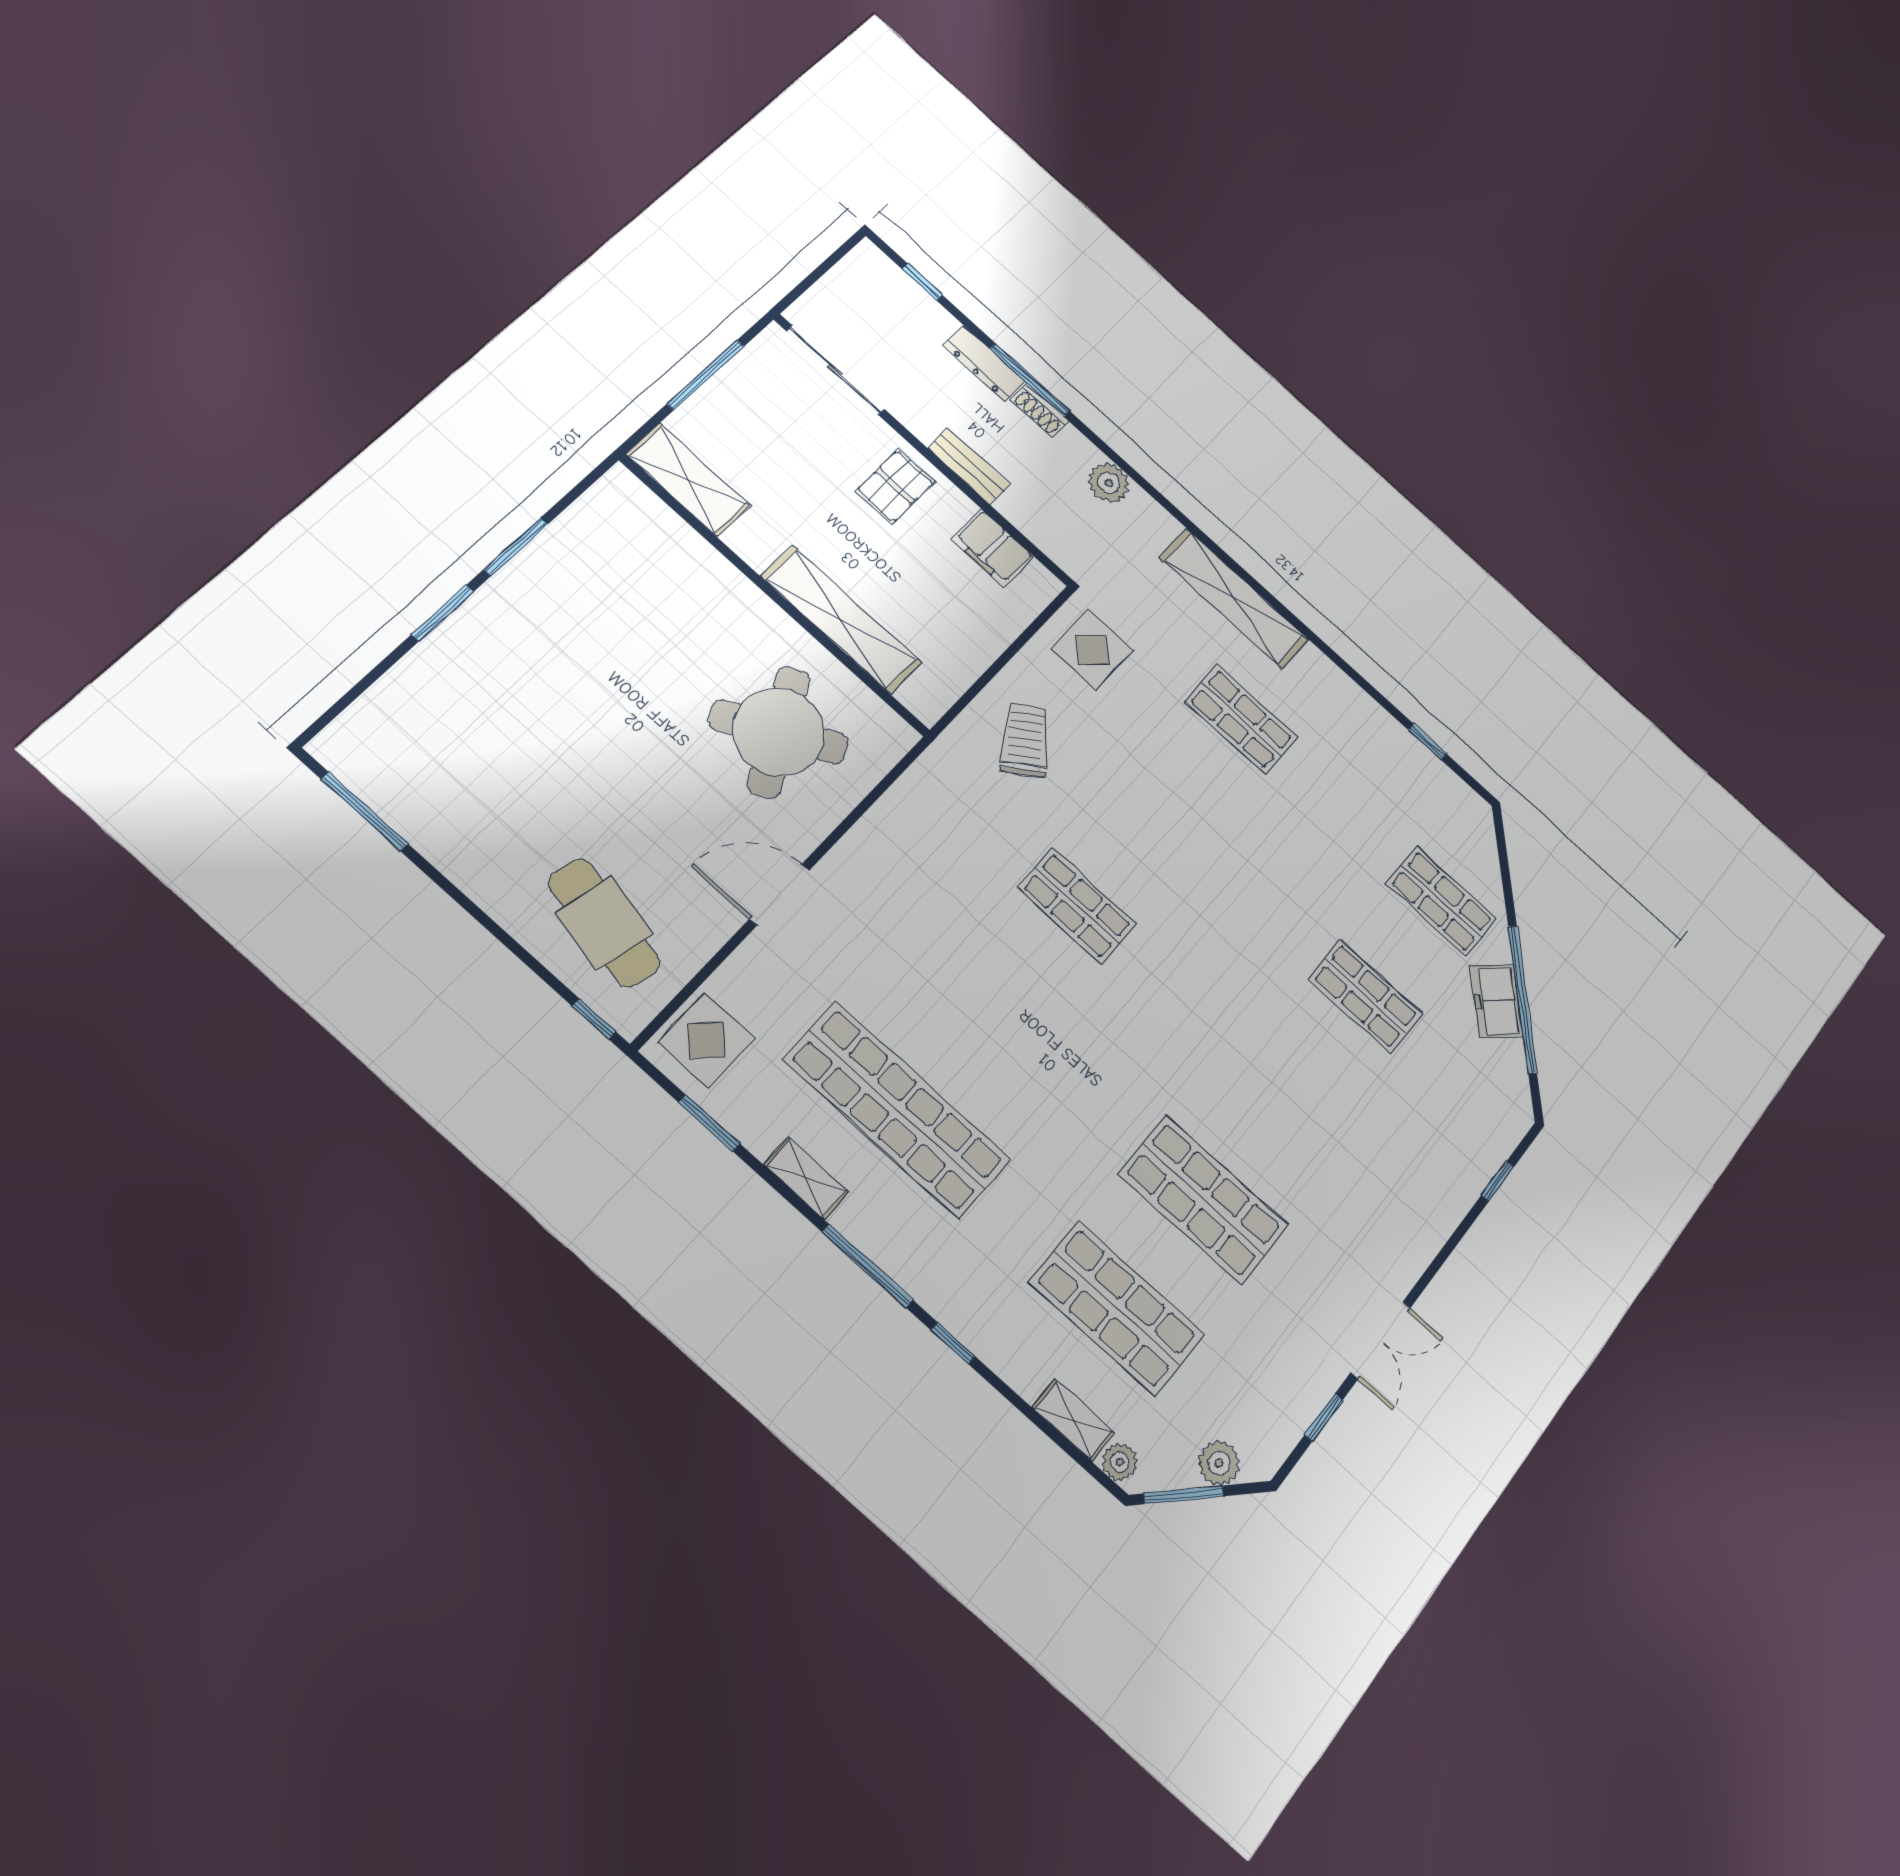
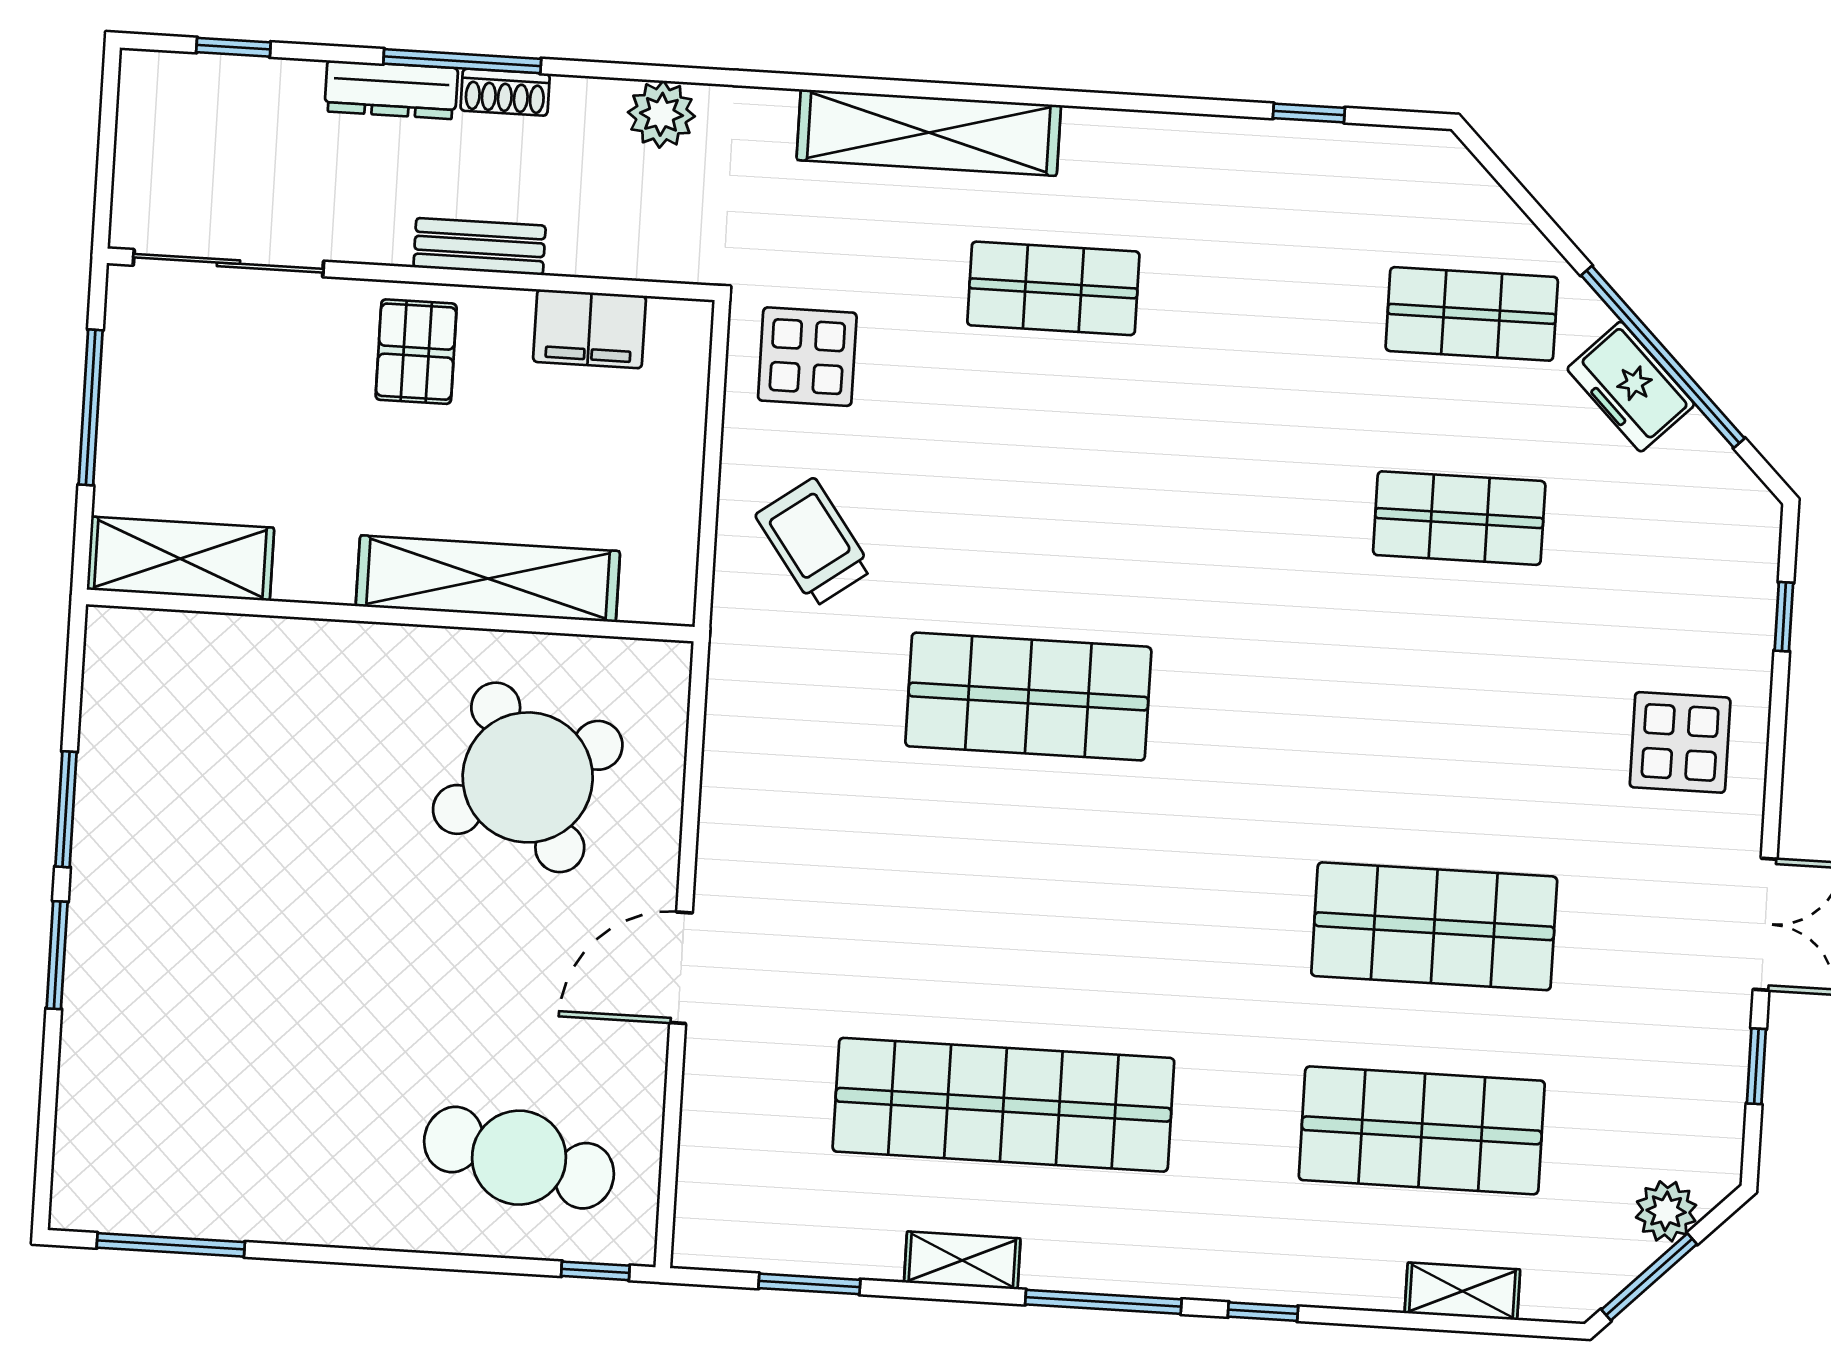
shop shelf: (1077, 906) -> (1028, 697), width x1.43, depth x1.36
display table: (707, 1041) -> (1680, 742), moved
plant: (1120, 1462) -> (1549, 1297), removed

